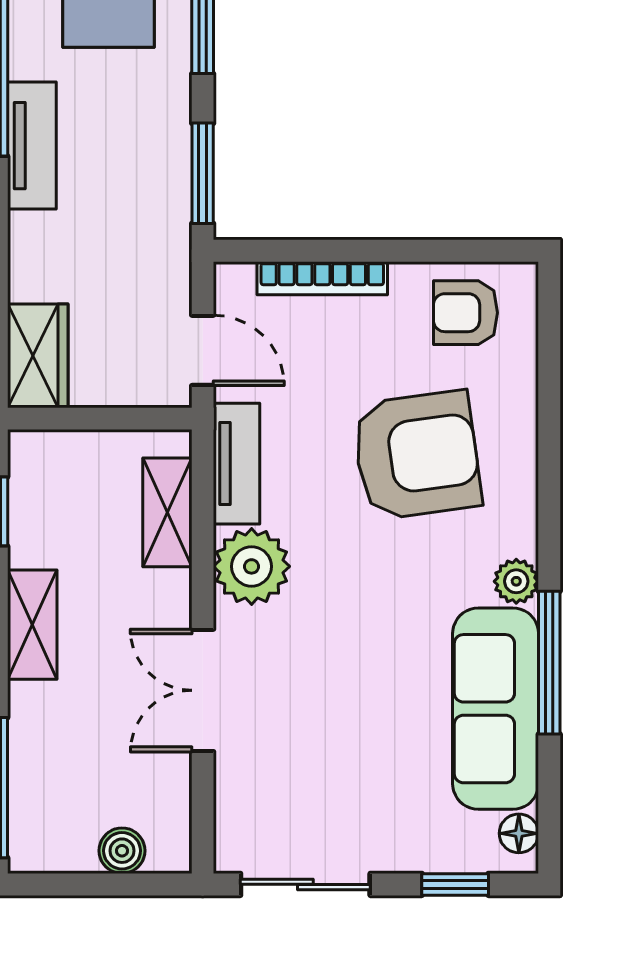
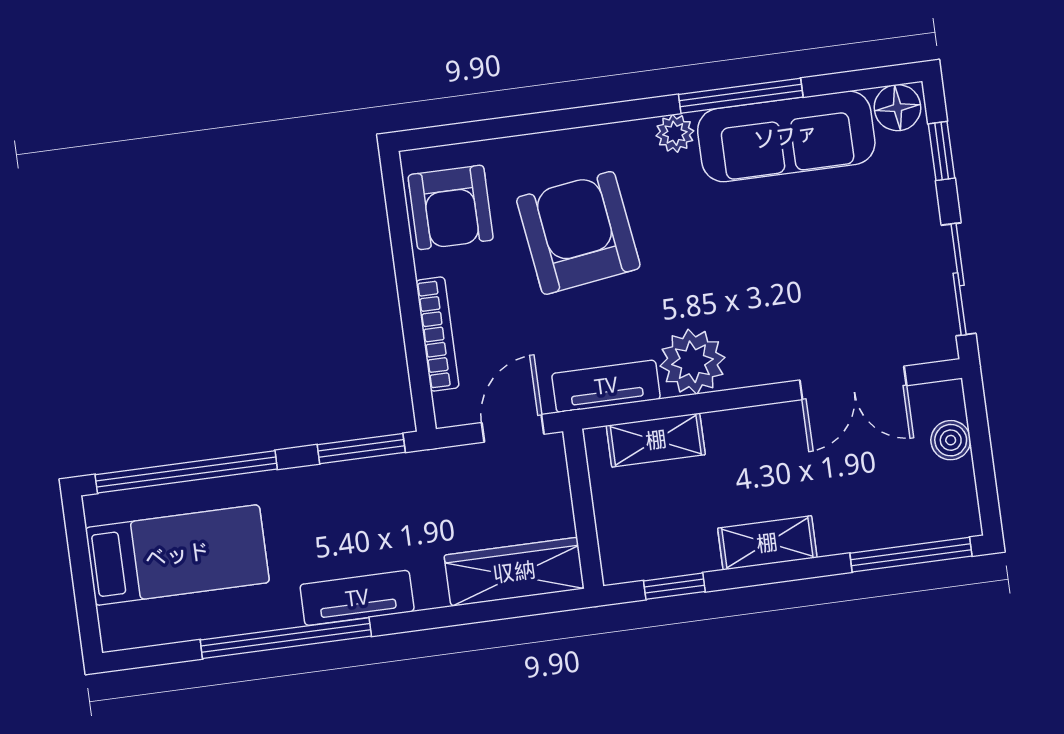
armchair: (465, 313) -> (451, 207), width x1.38, depth x1.38
wardrobe: (38, 356) -> (514, 572), width x1.50
double door: (203, 690) -> (853, 383), moved
floor lamp: (519, 833) -> (898, 108), width x1.37, depth x1.37

